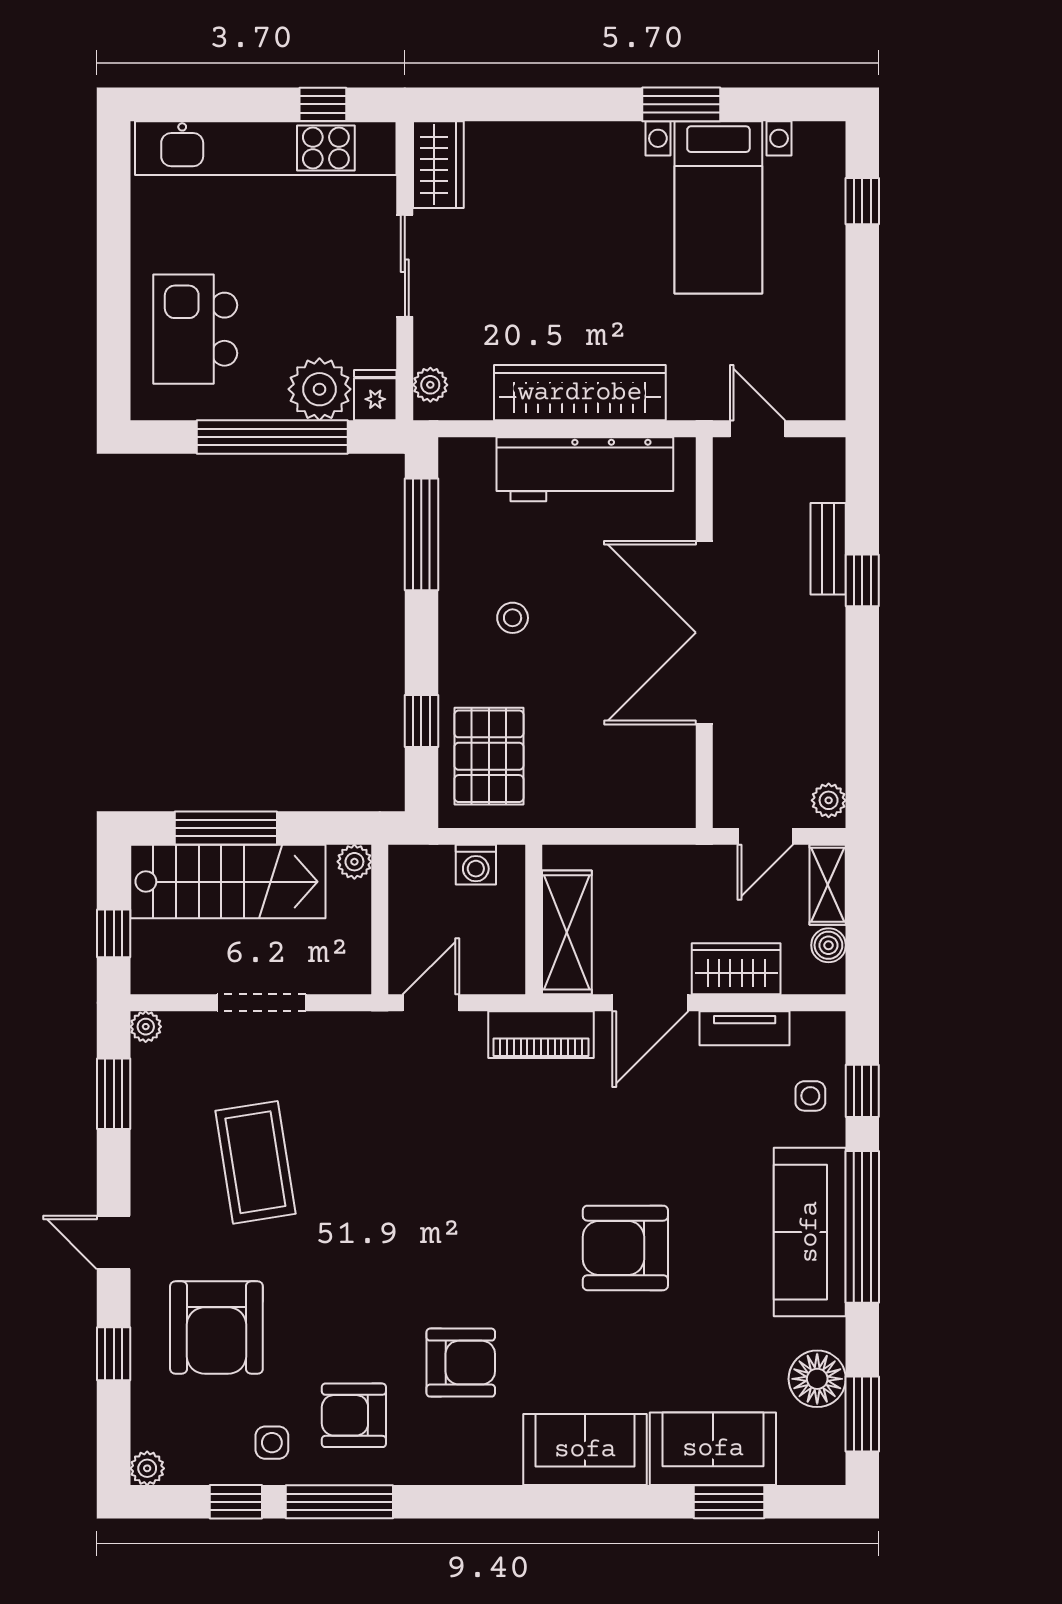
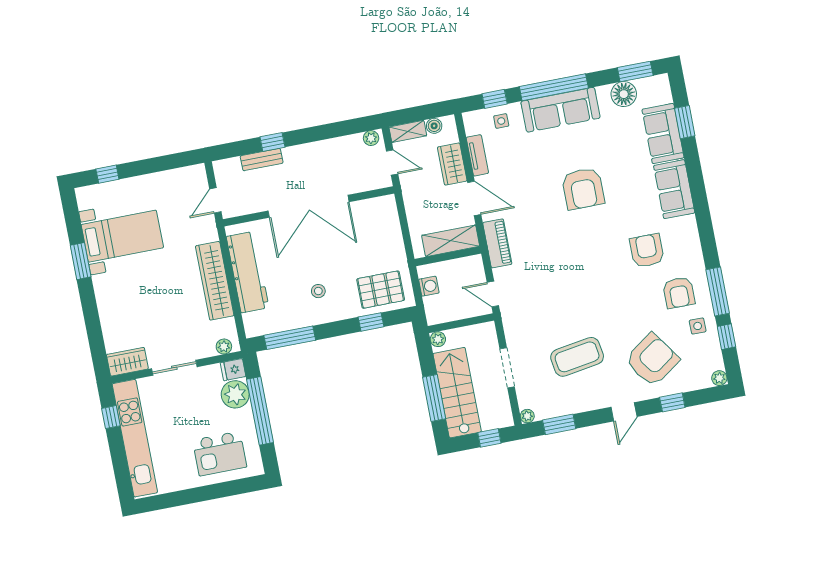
armchair: (216, 1328) -> (652, 360), turned -35

